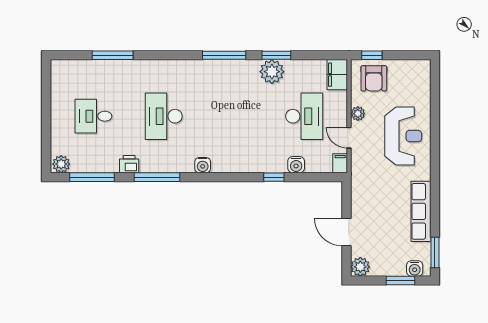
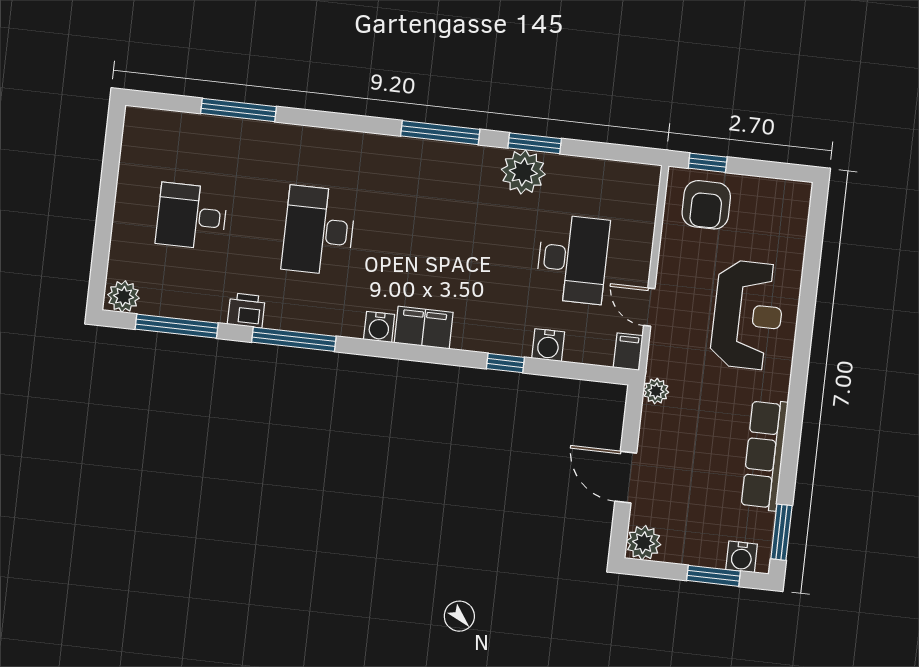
filing cabinet: (337, 75) -> (424, 328), moved, turned 90
plant: (358, 114) -> (656, 391), moved

